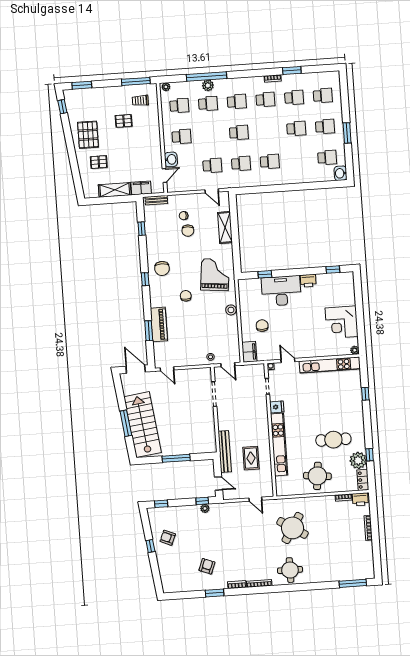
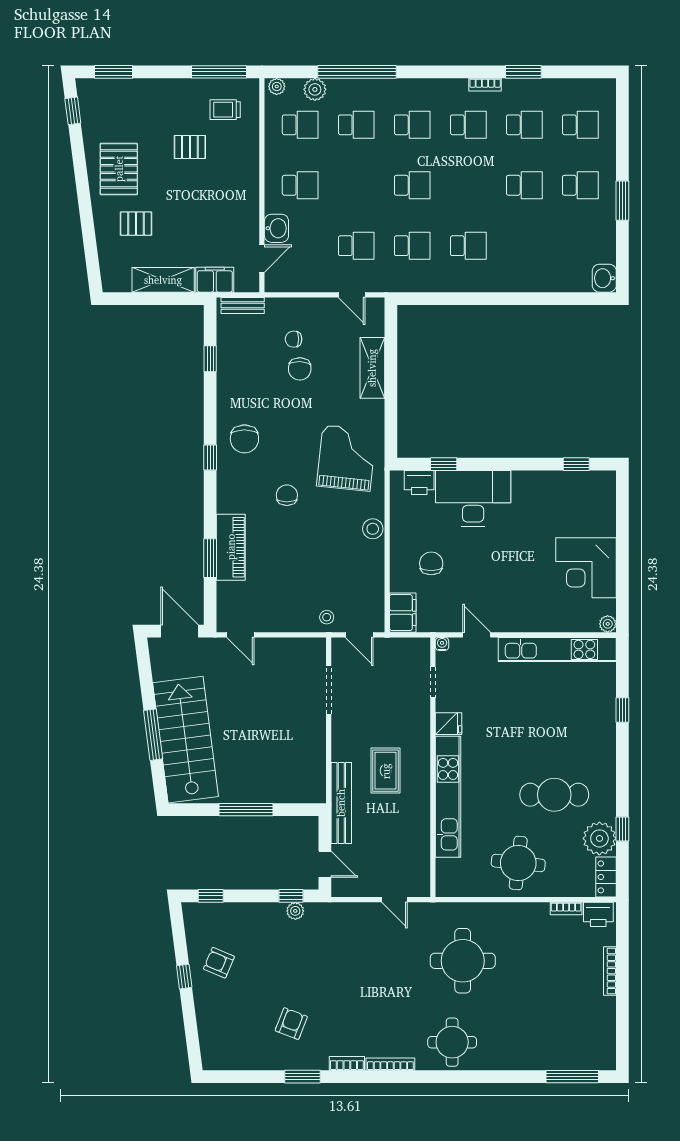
plant: (208, 85) -> (315, 89), moved
school desk: (327, 157) -> (580, 246), removed
printer: (308, 281) -> (419, 483), moved
rug: (251, 458) -> (386, 771), moved
round table: (292, 528) -> (463, 961), turned -32

